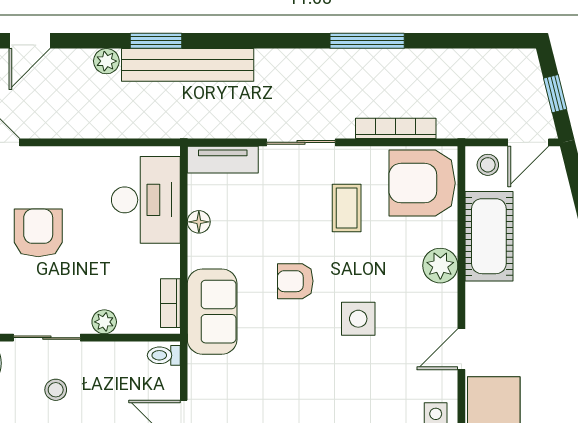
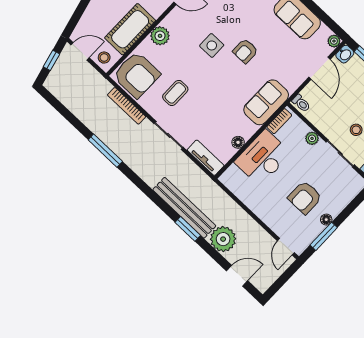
plant: (106, 61) -> (223, 239), width x1.88, depth x1.88
desk: (146, 200) -> (263, 158), moved
armchair: (295, 281) -> (245, 51), moved, turned 90

